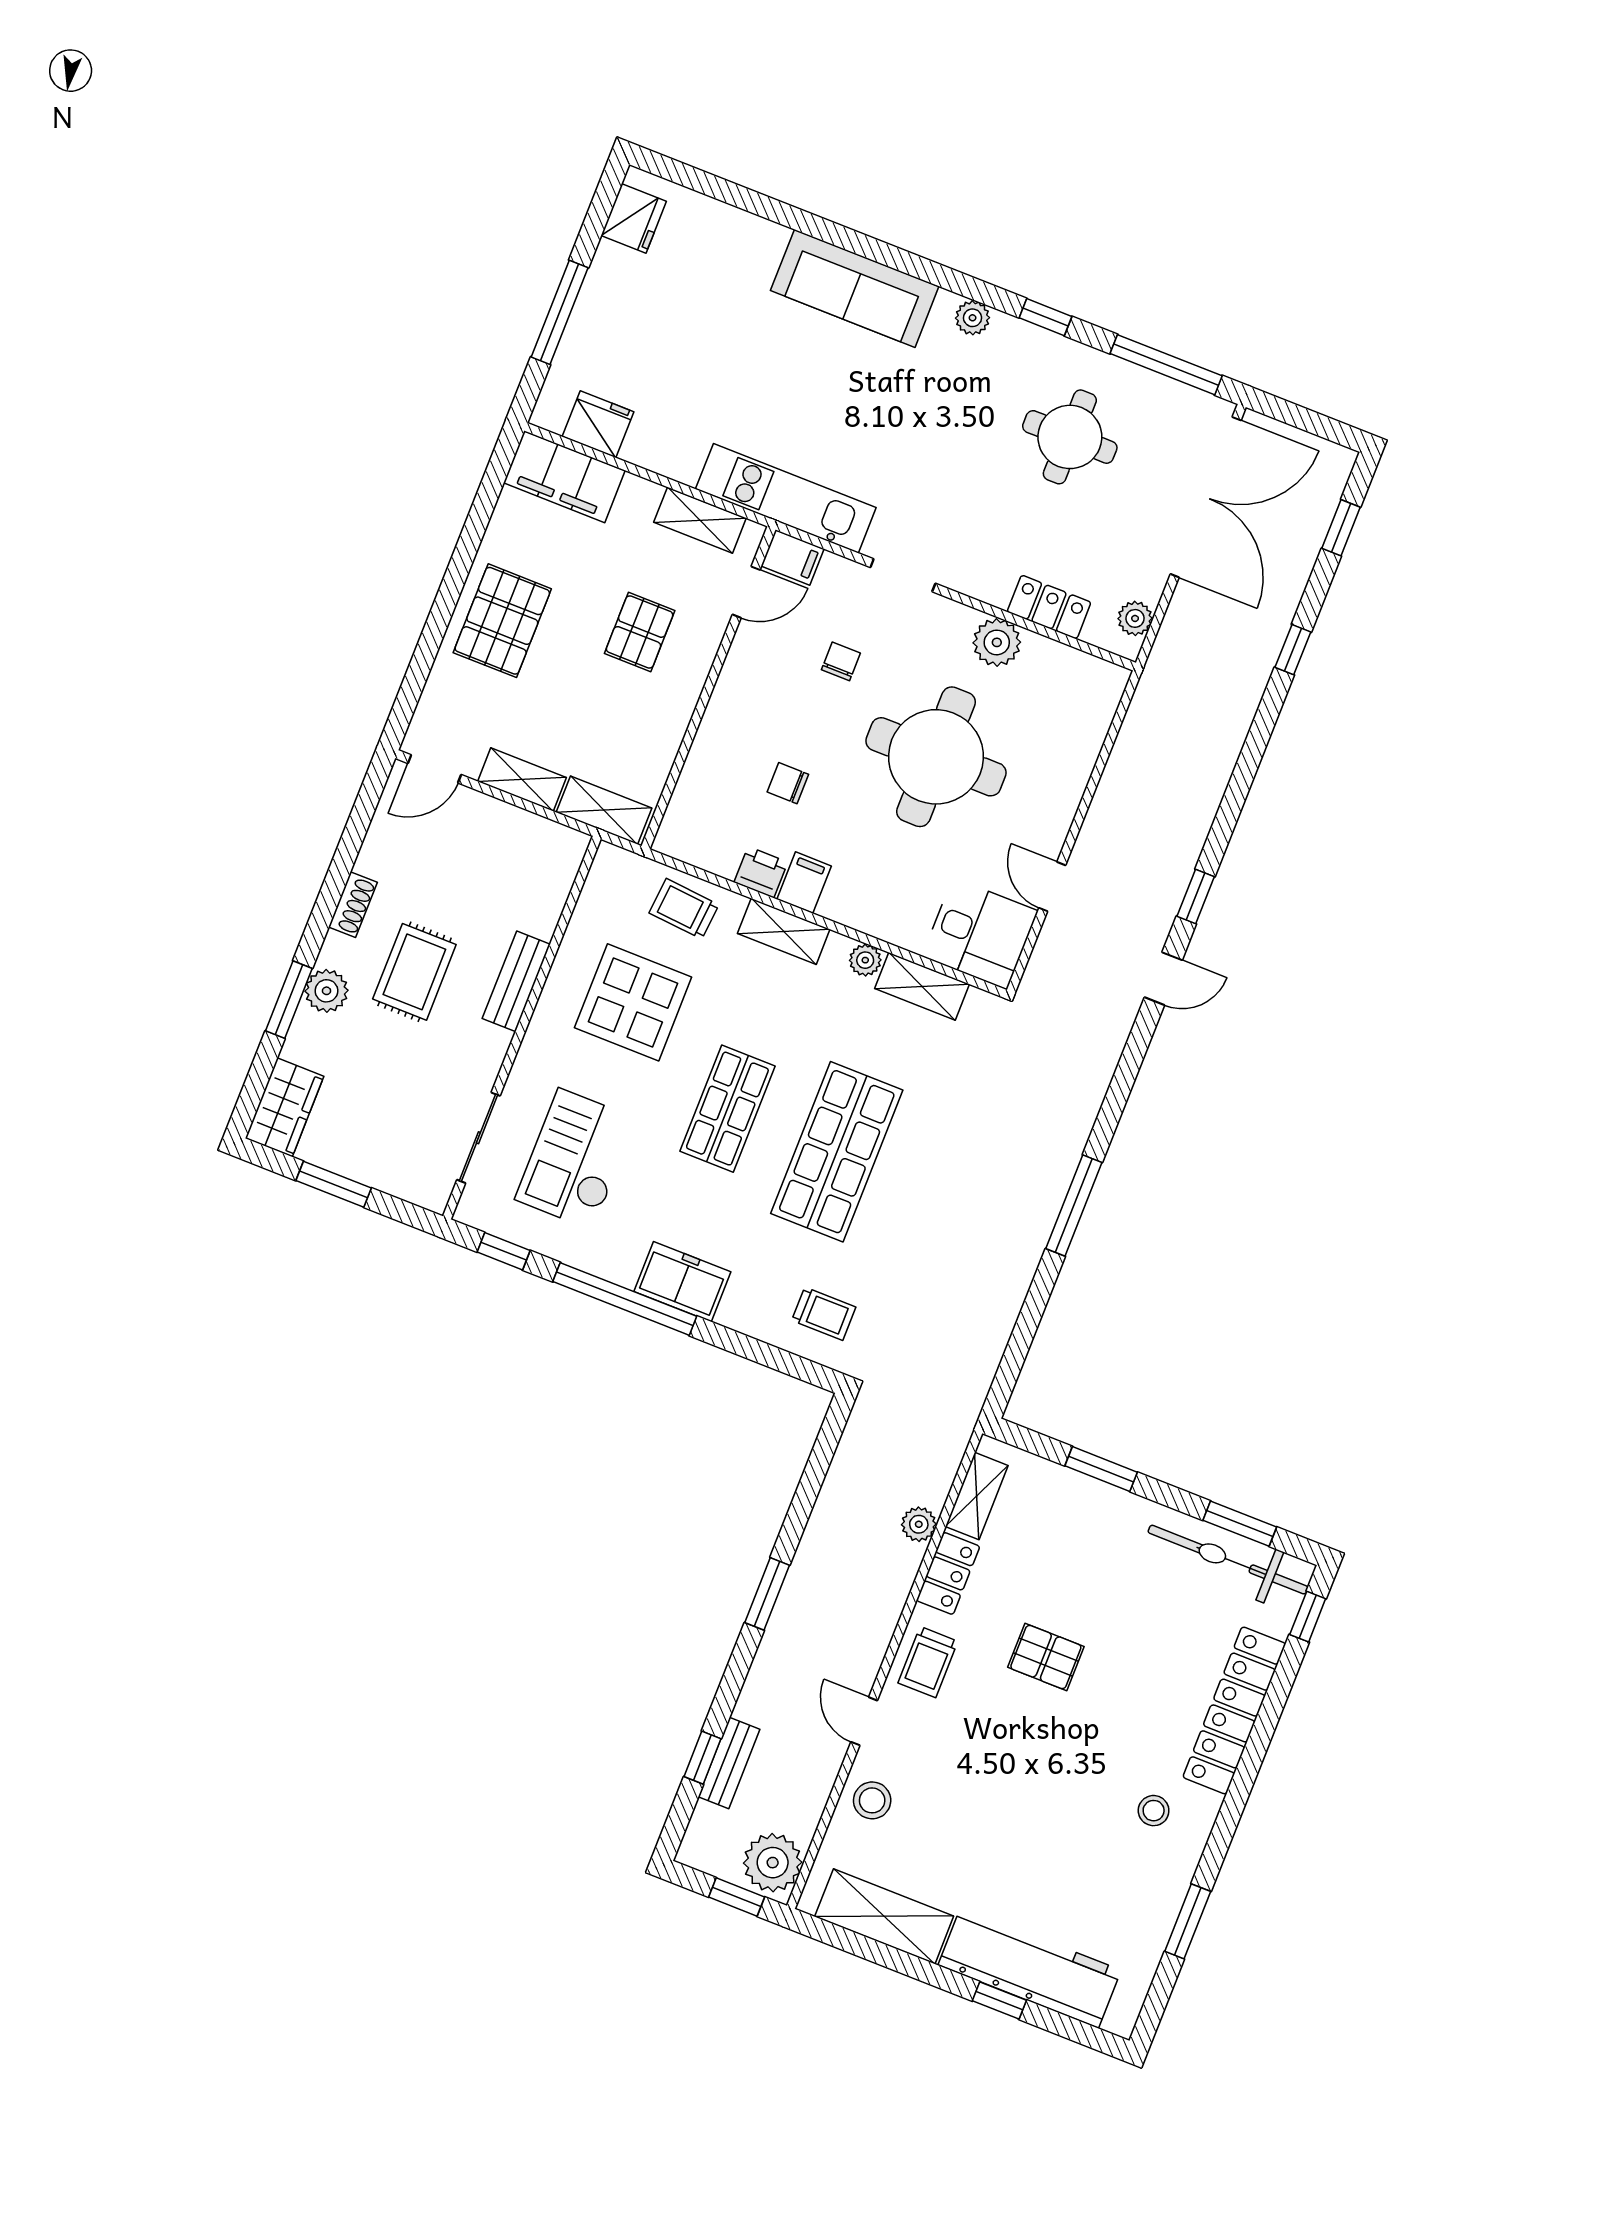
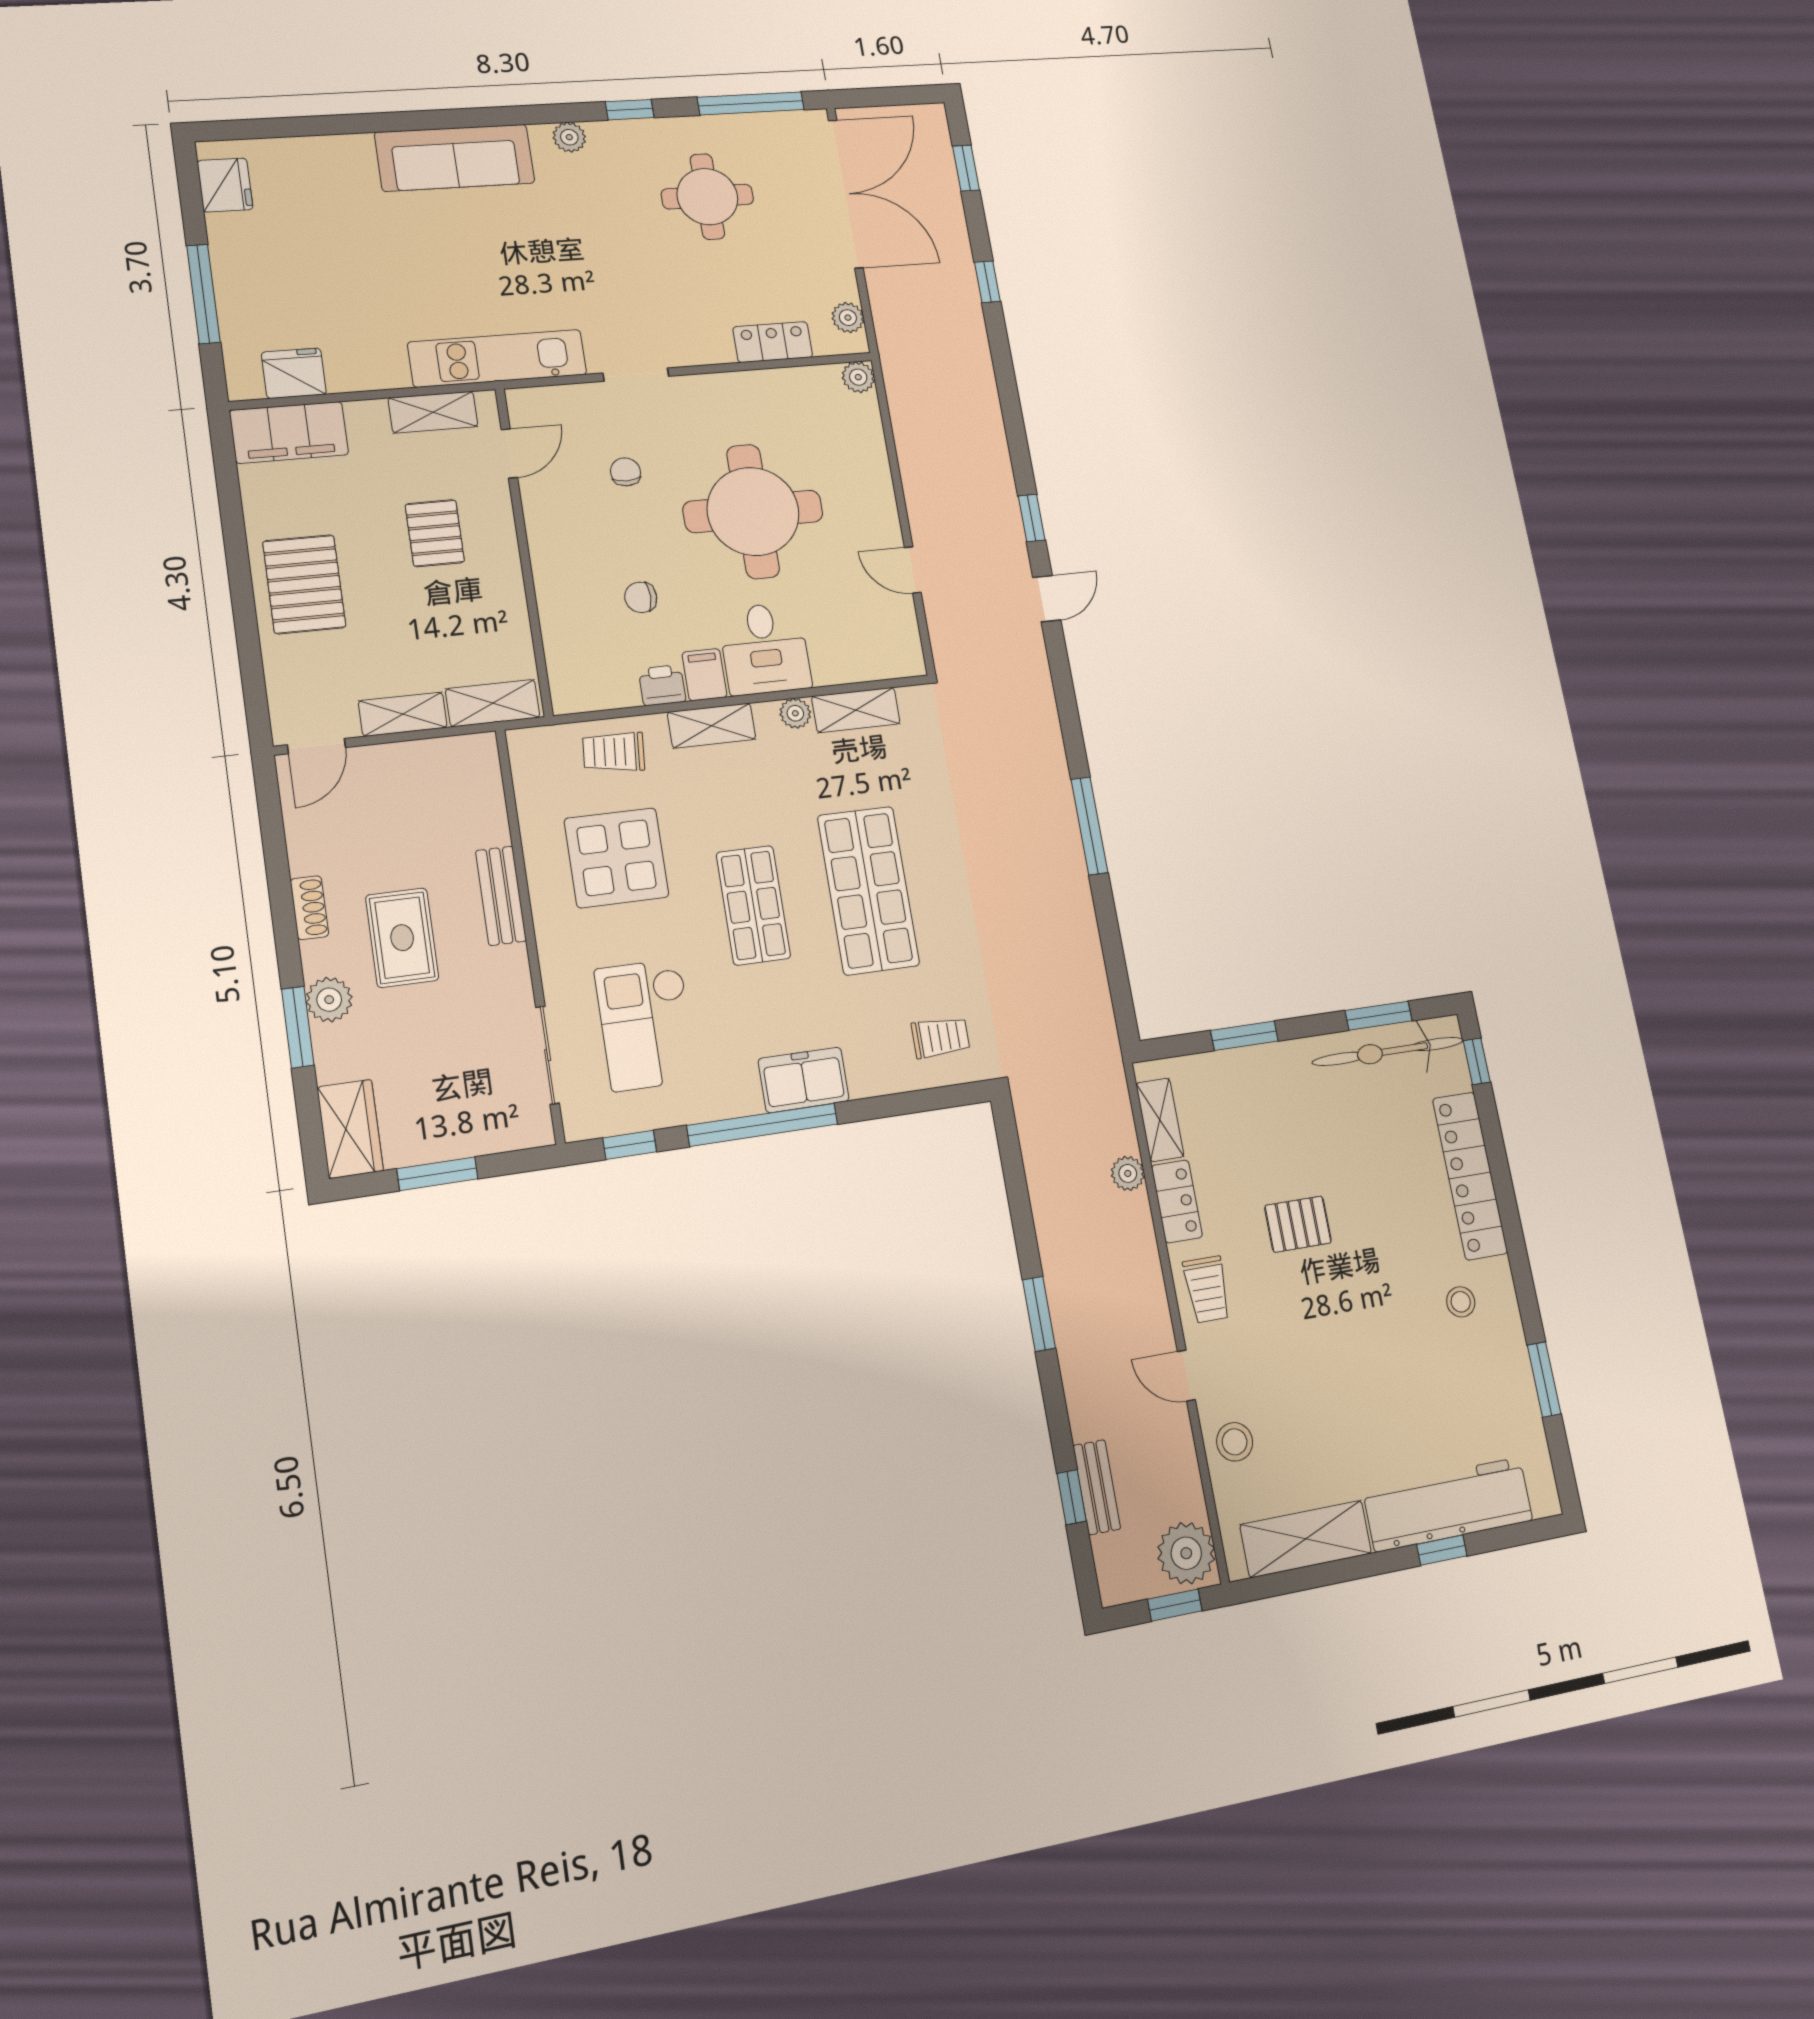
filing cabinet: (792, 557) -> (532, 405), removed
plant: (997, 642) -> (858, 377), moved, width x0.73, depth x0.73
desk: (980, 934) -> (765, 649), moved, turned 90

